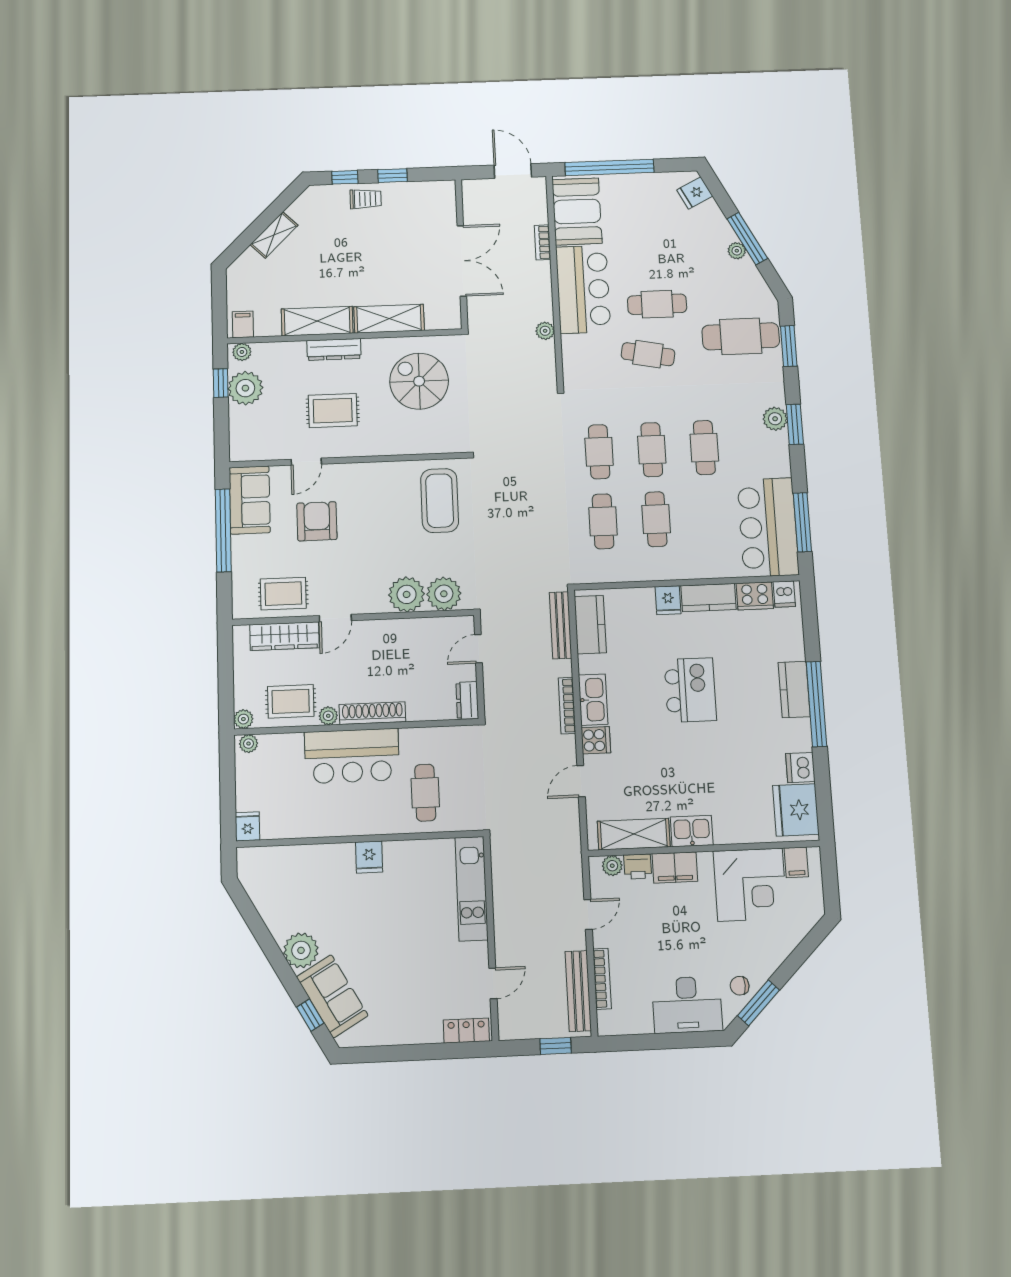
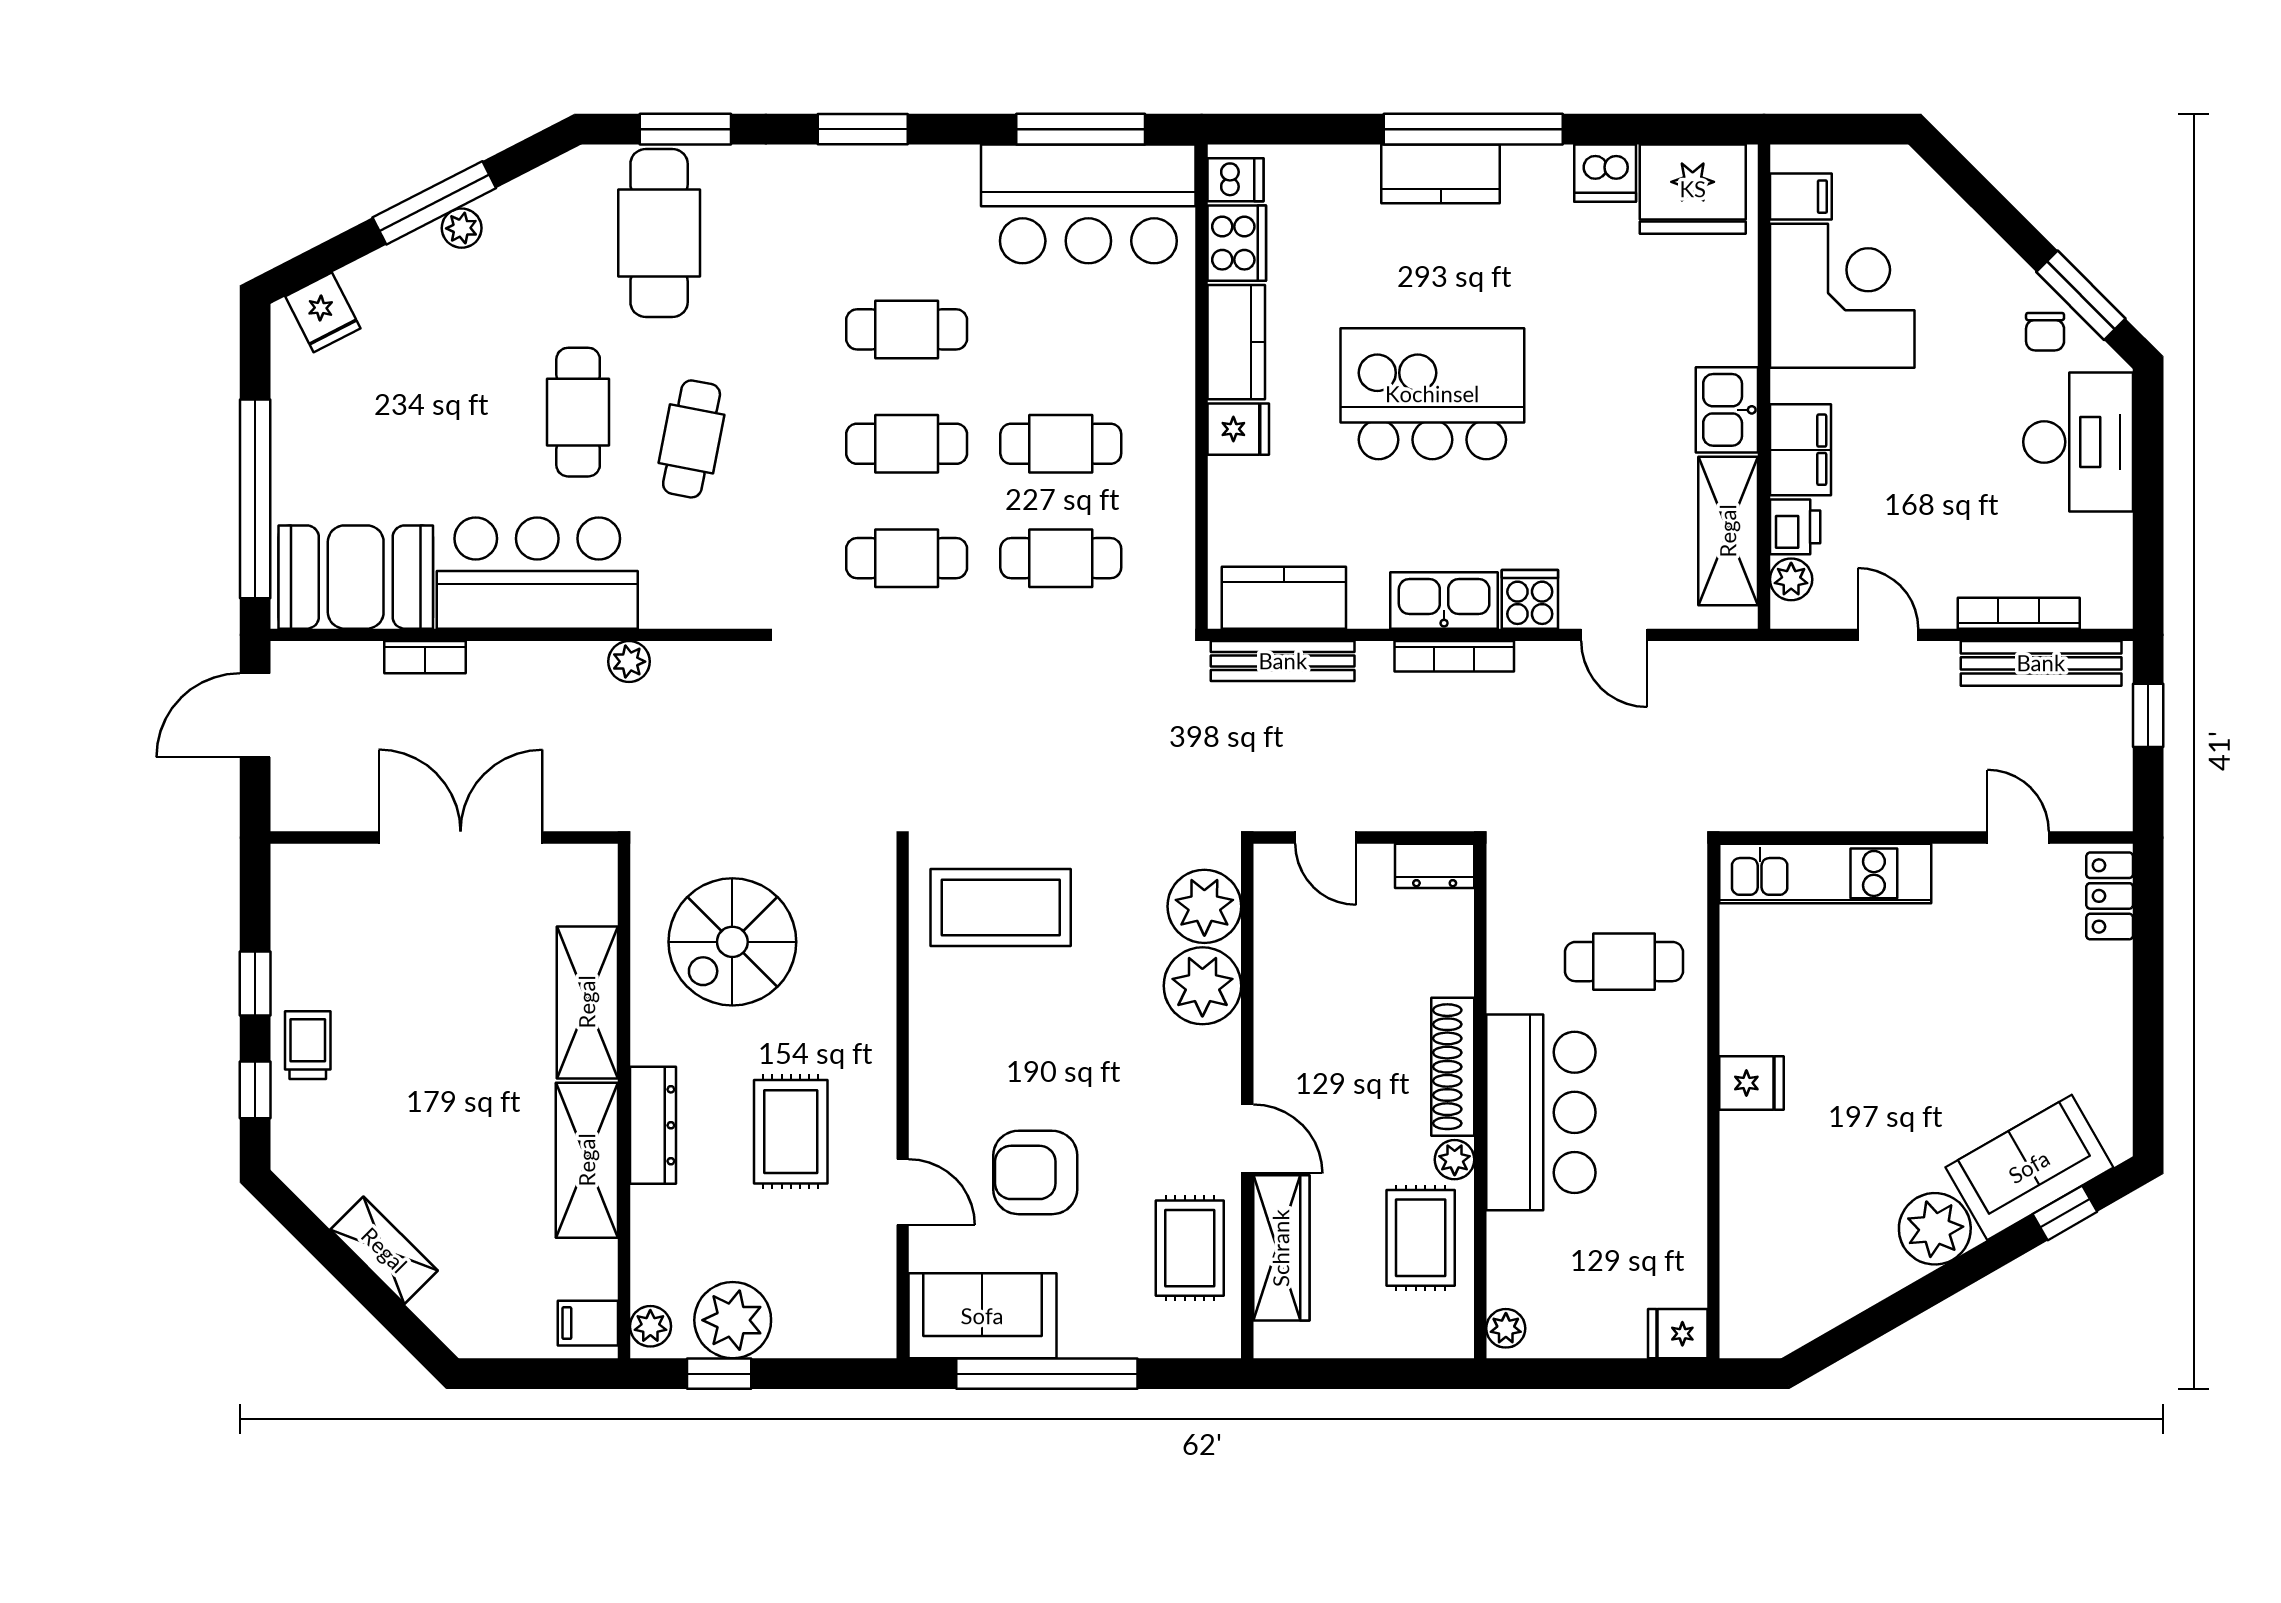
plant: (775, 419) -> (849, 171), removed
kitchen island: (690, 690) -> (1432, 394), width x1.37, depth x1.28
plant: (243, 719) -> (1454, 1338), removed

